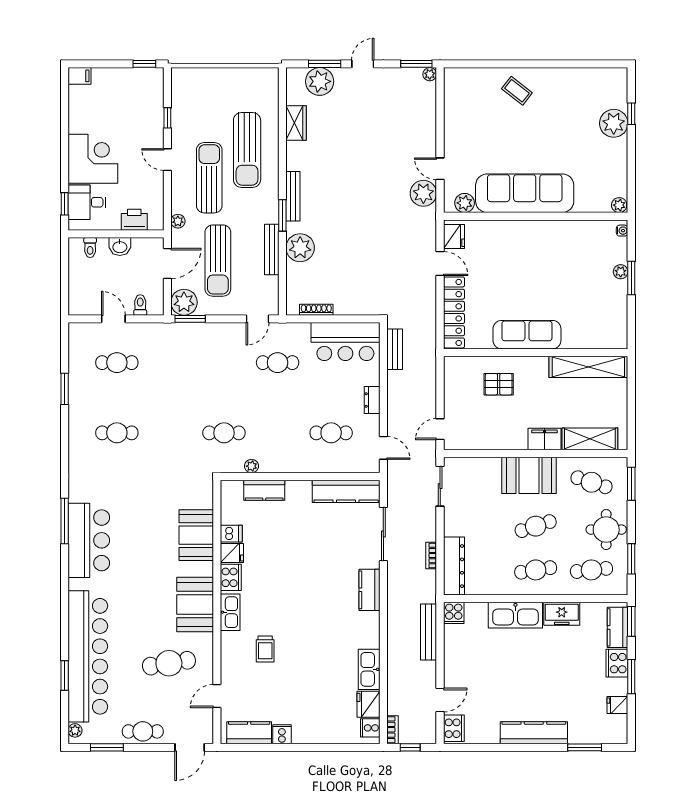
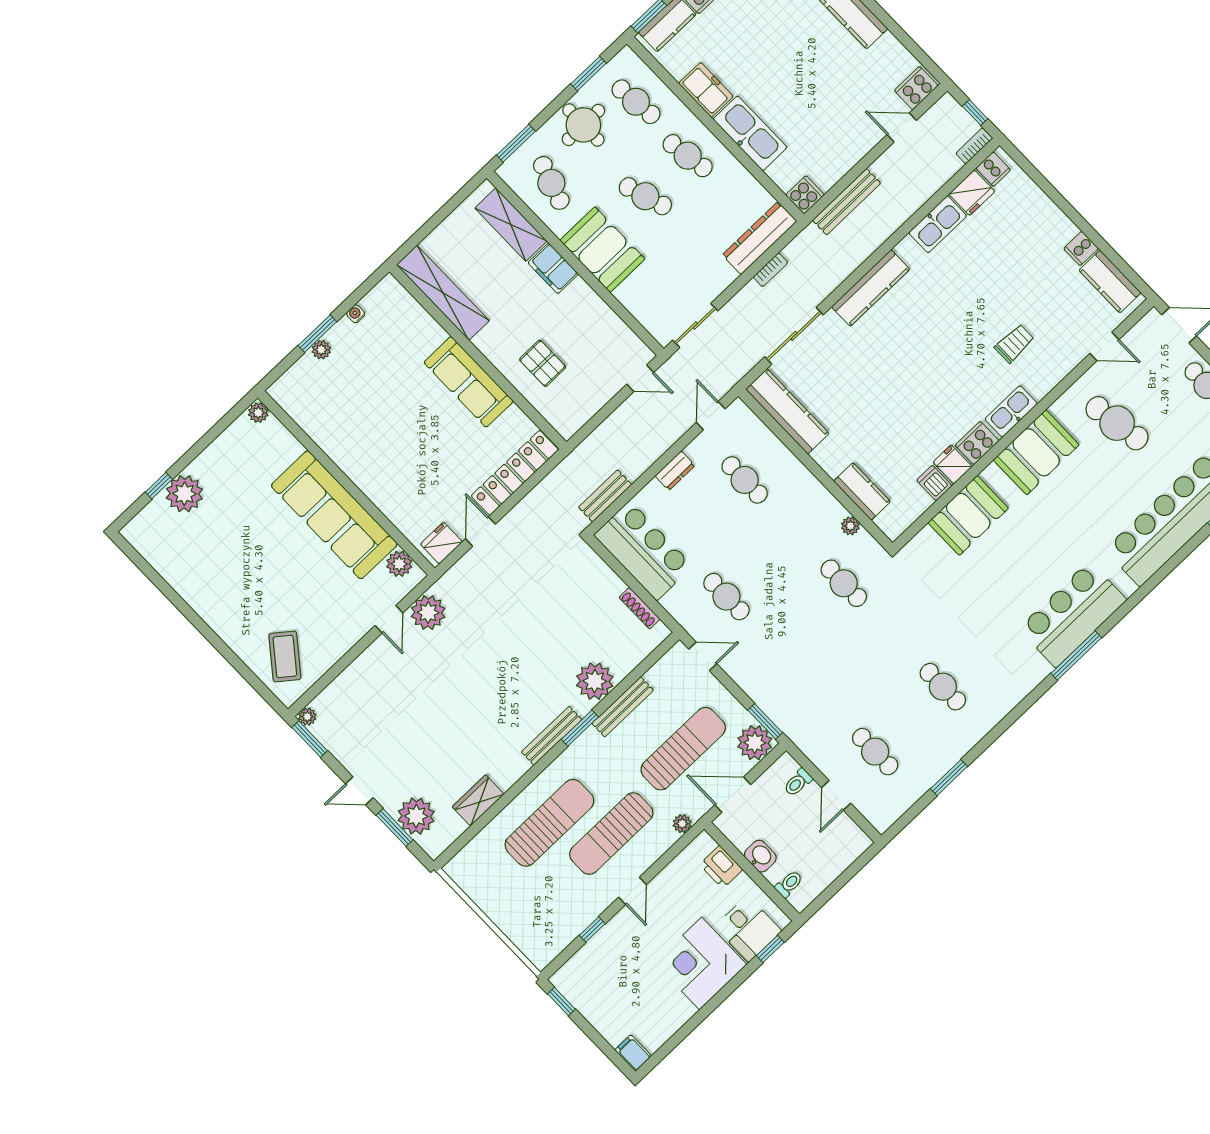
coffee table: (517, 91) -> (285, 656), moved, width x1.36, depth x1.30
water cooler: (622, 231) -> (356, 314), moved
kitchen counter: (369, 590) -> (871, 288), width x1.50

